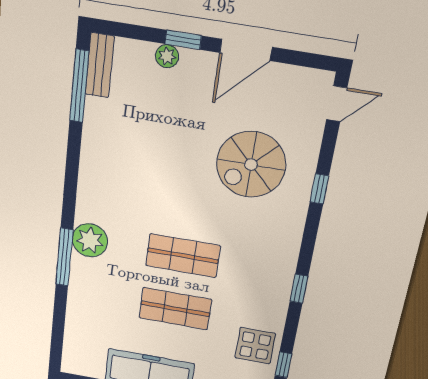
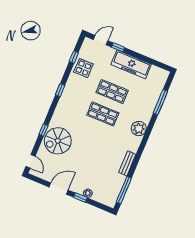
bench: (100, 65) -> (127, 163), moved
door: (337, 104) -> (30, 161), swing flipped
spiral stairs: (251, 164) -> (58, 141), moved, turned 180
window: (64, 257) -> (160, 102), moved

